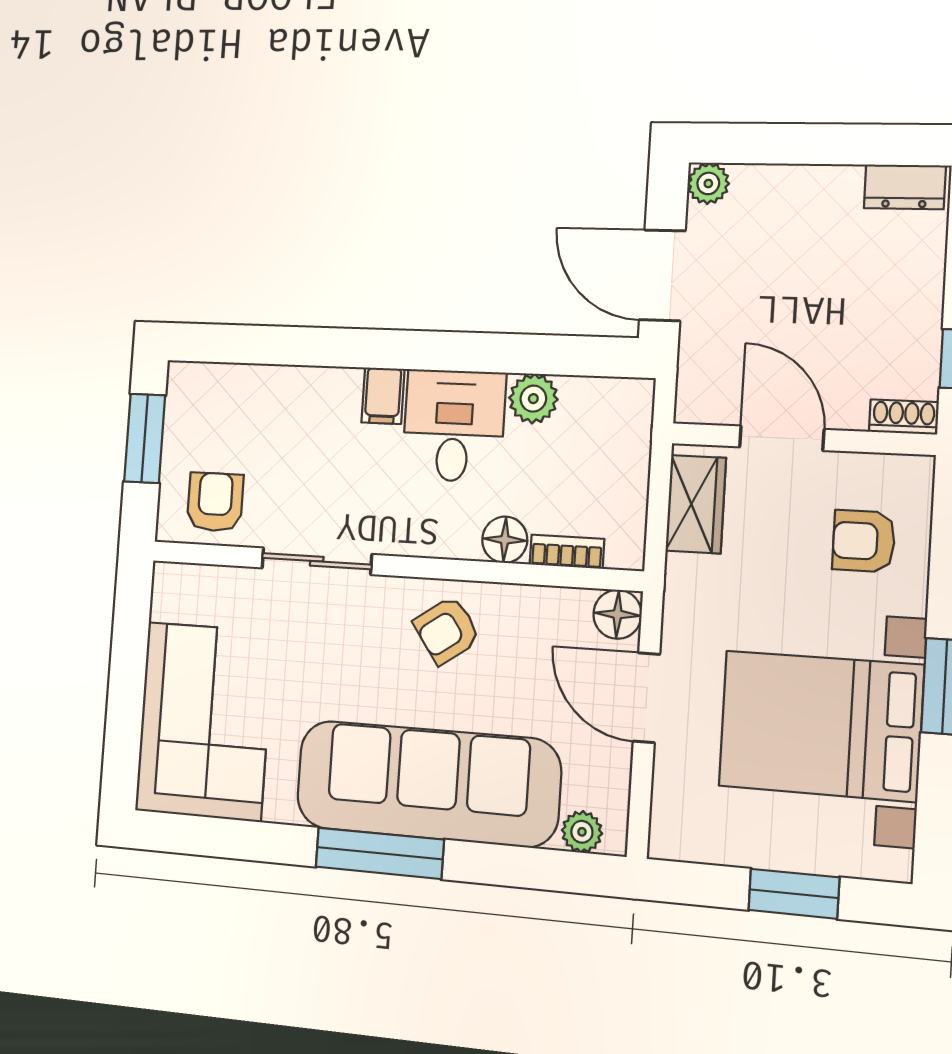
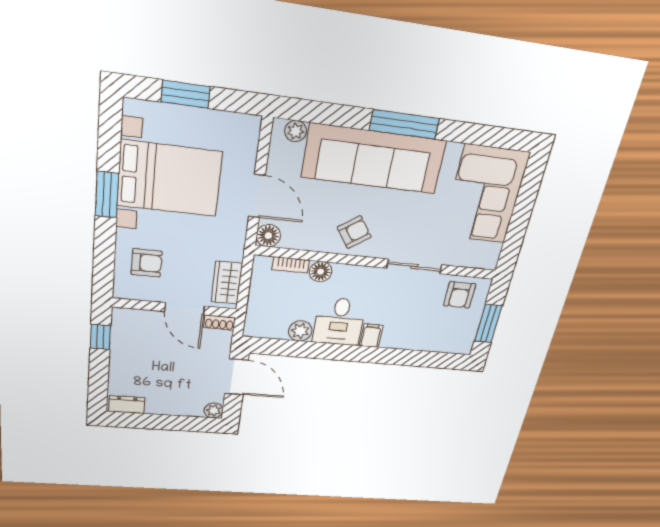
shoe rack: (904, 417) -> (219, 323), moved

